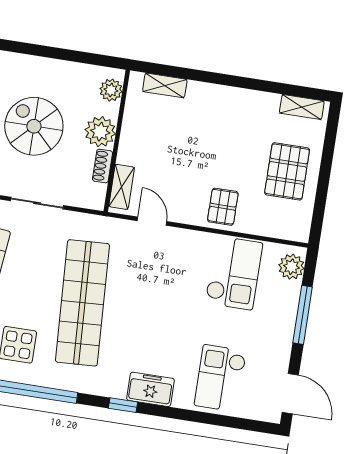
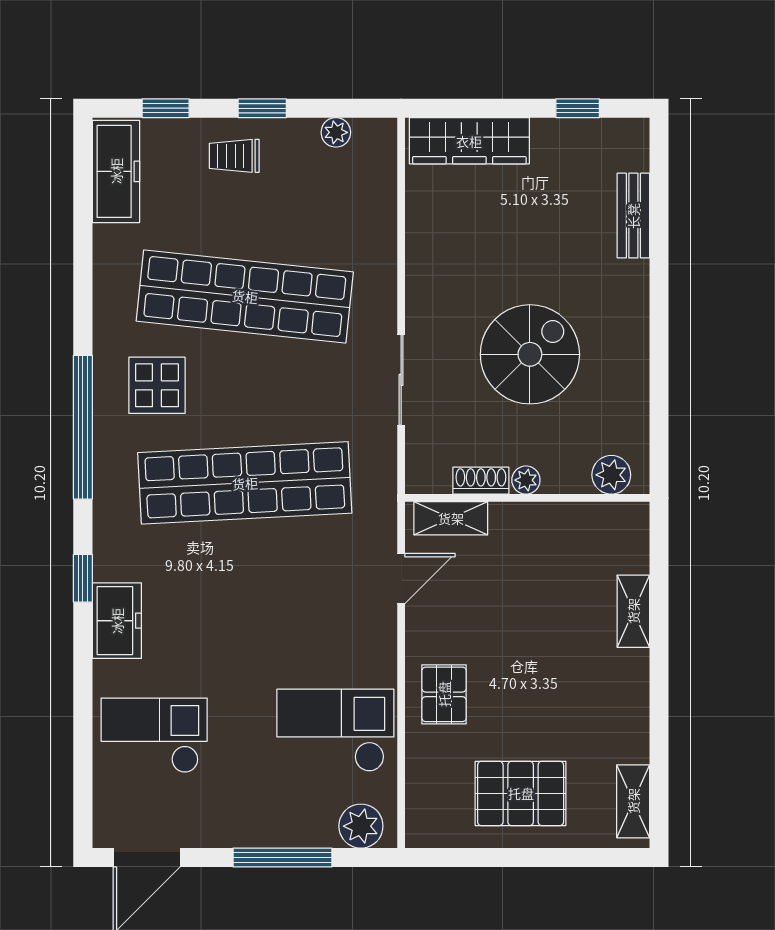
shelving: (165, 85) -> (633, 611), moved
plant: (100, 132) -> (526, 480), width x0.53, depth x0.53
pallet: (223, 207) -> (444, 694), turned 90
checkout: (234, 273) -> (335, 730), turned 180

